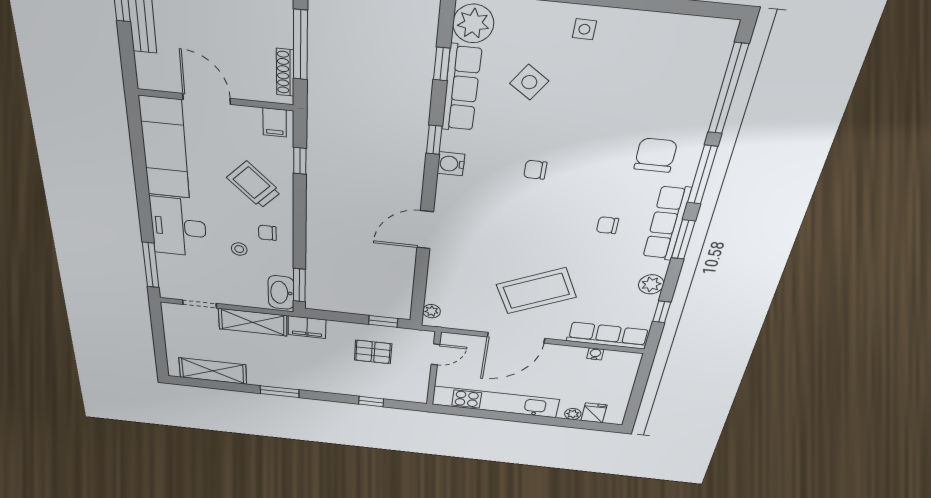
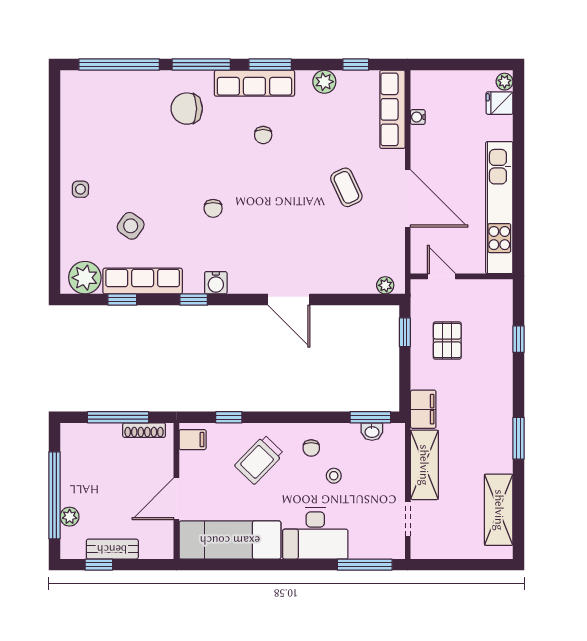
coffee table: (536, 291) -> (346, 187), width x0.54, depth x0.58
washbasin: (281, 293) -> (372, 432), width x0.52, depth x0.69
plant: (573, 414) -> (505, 82), moved

